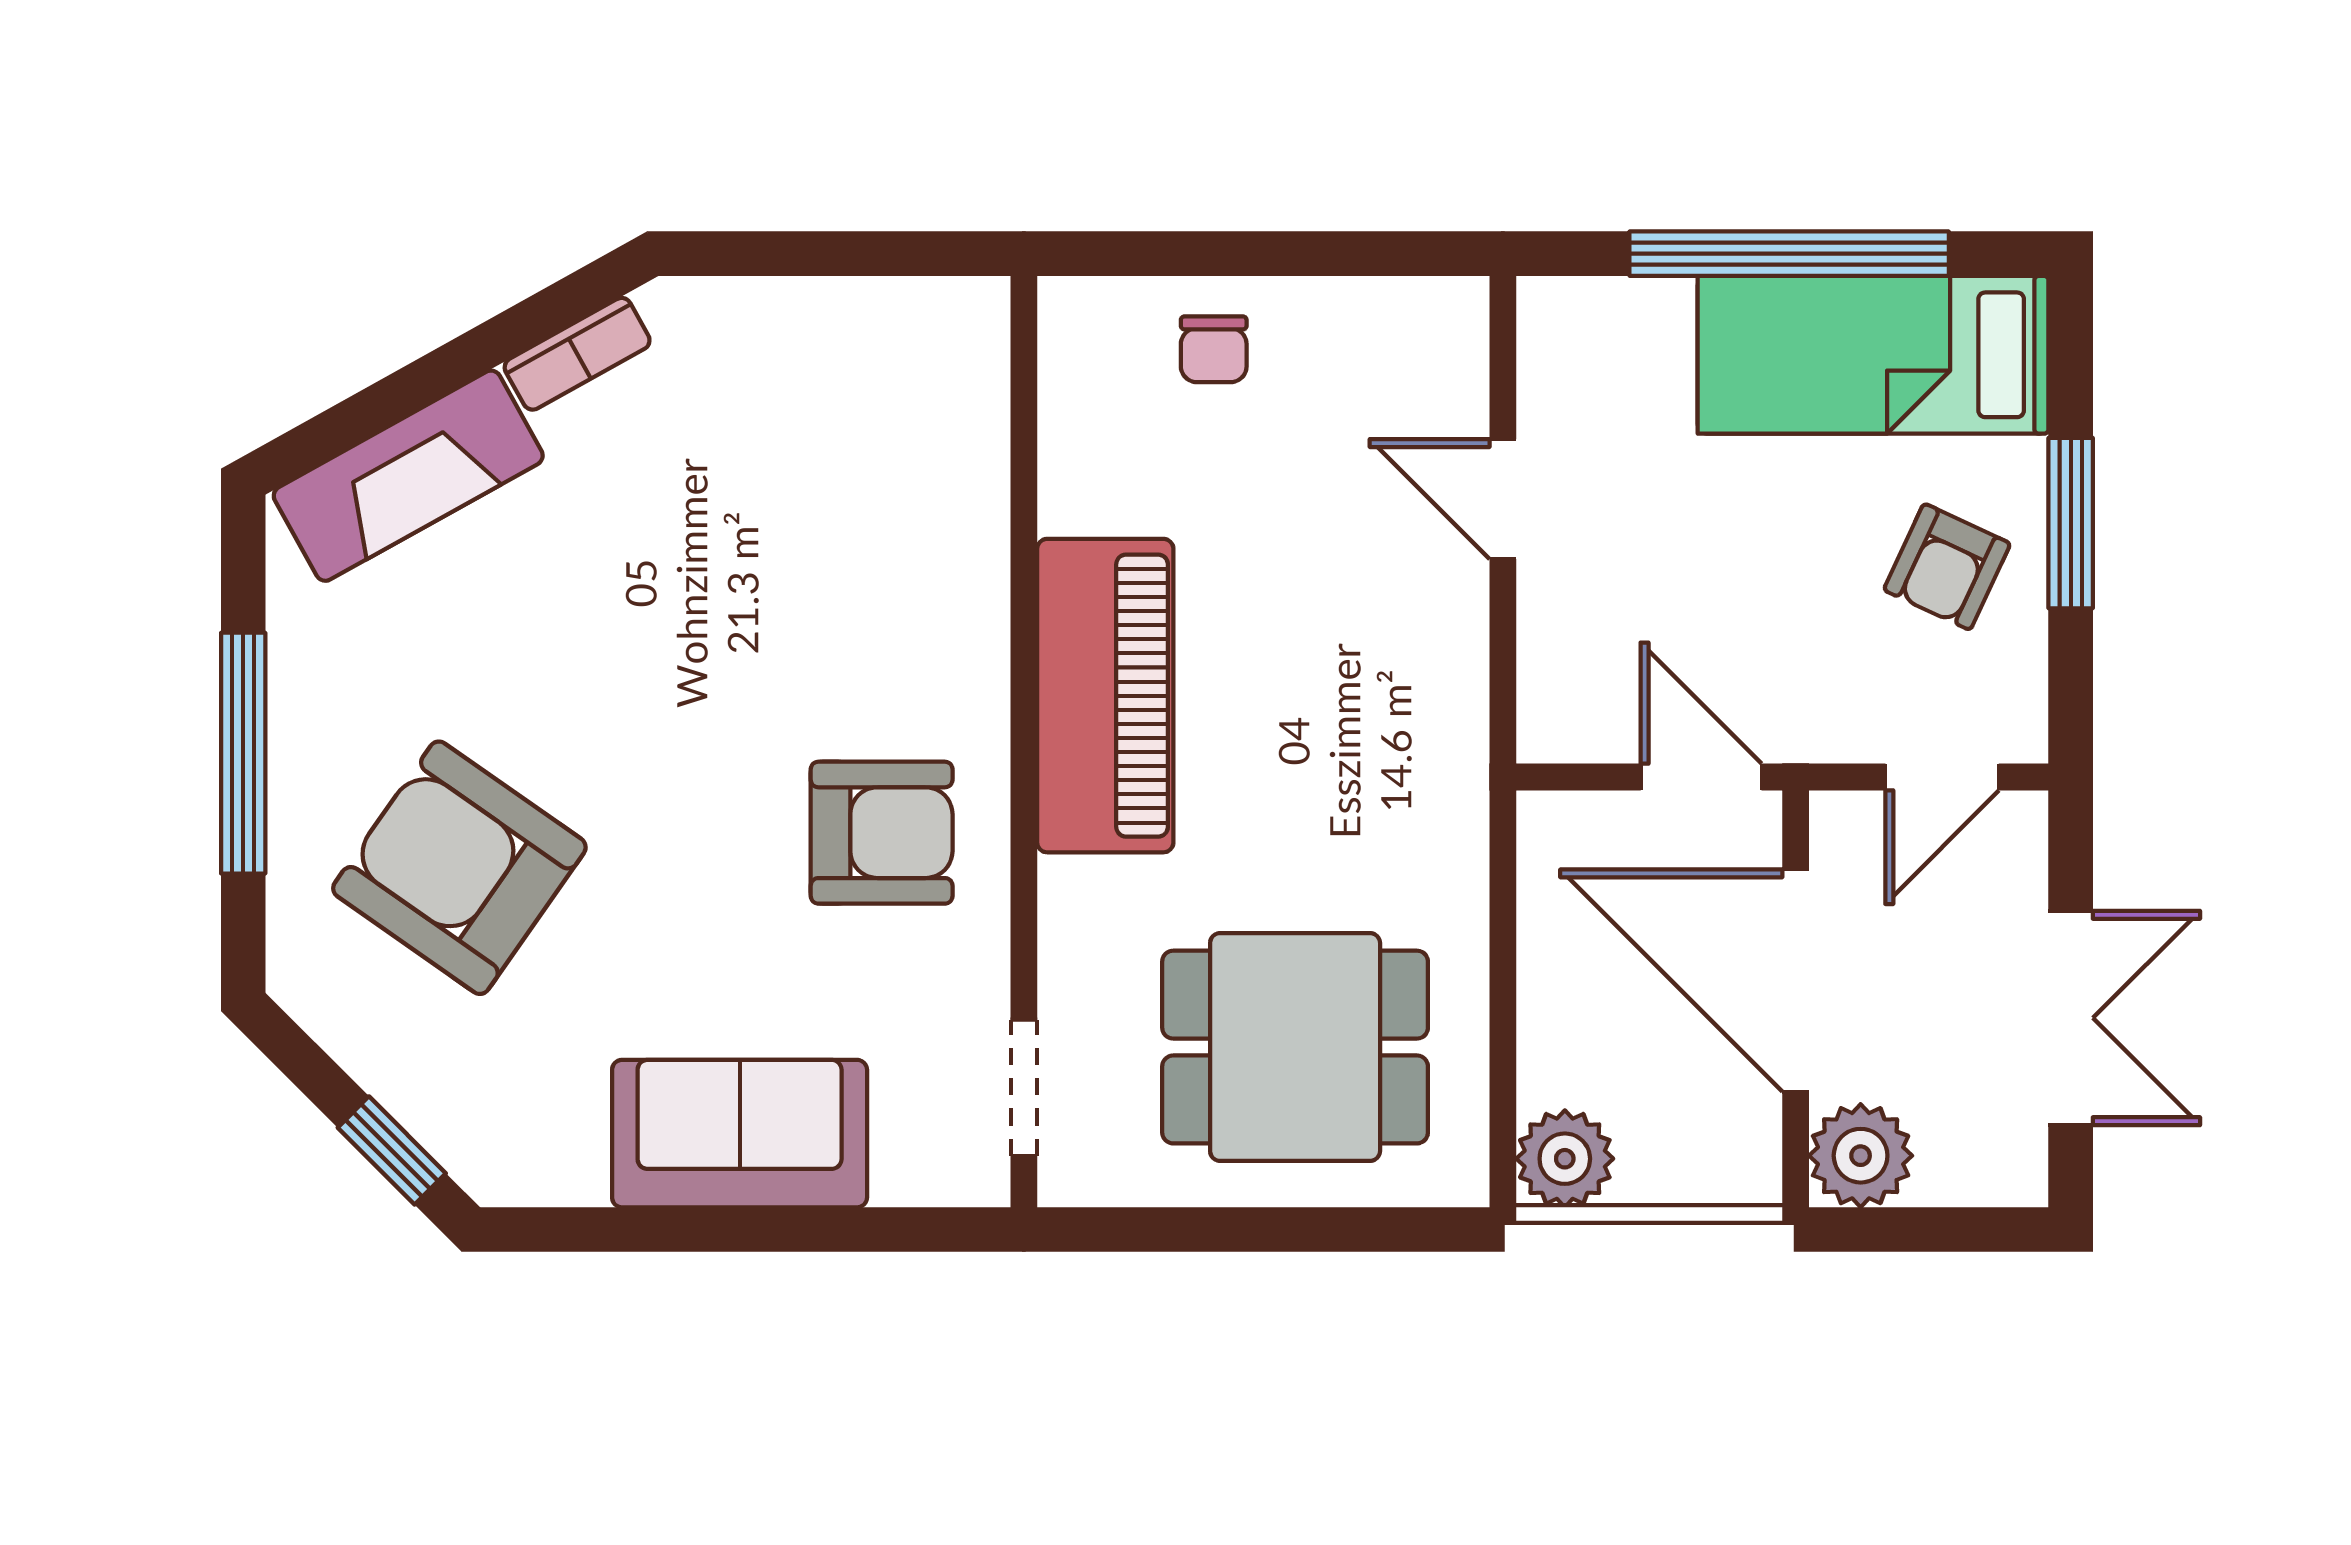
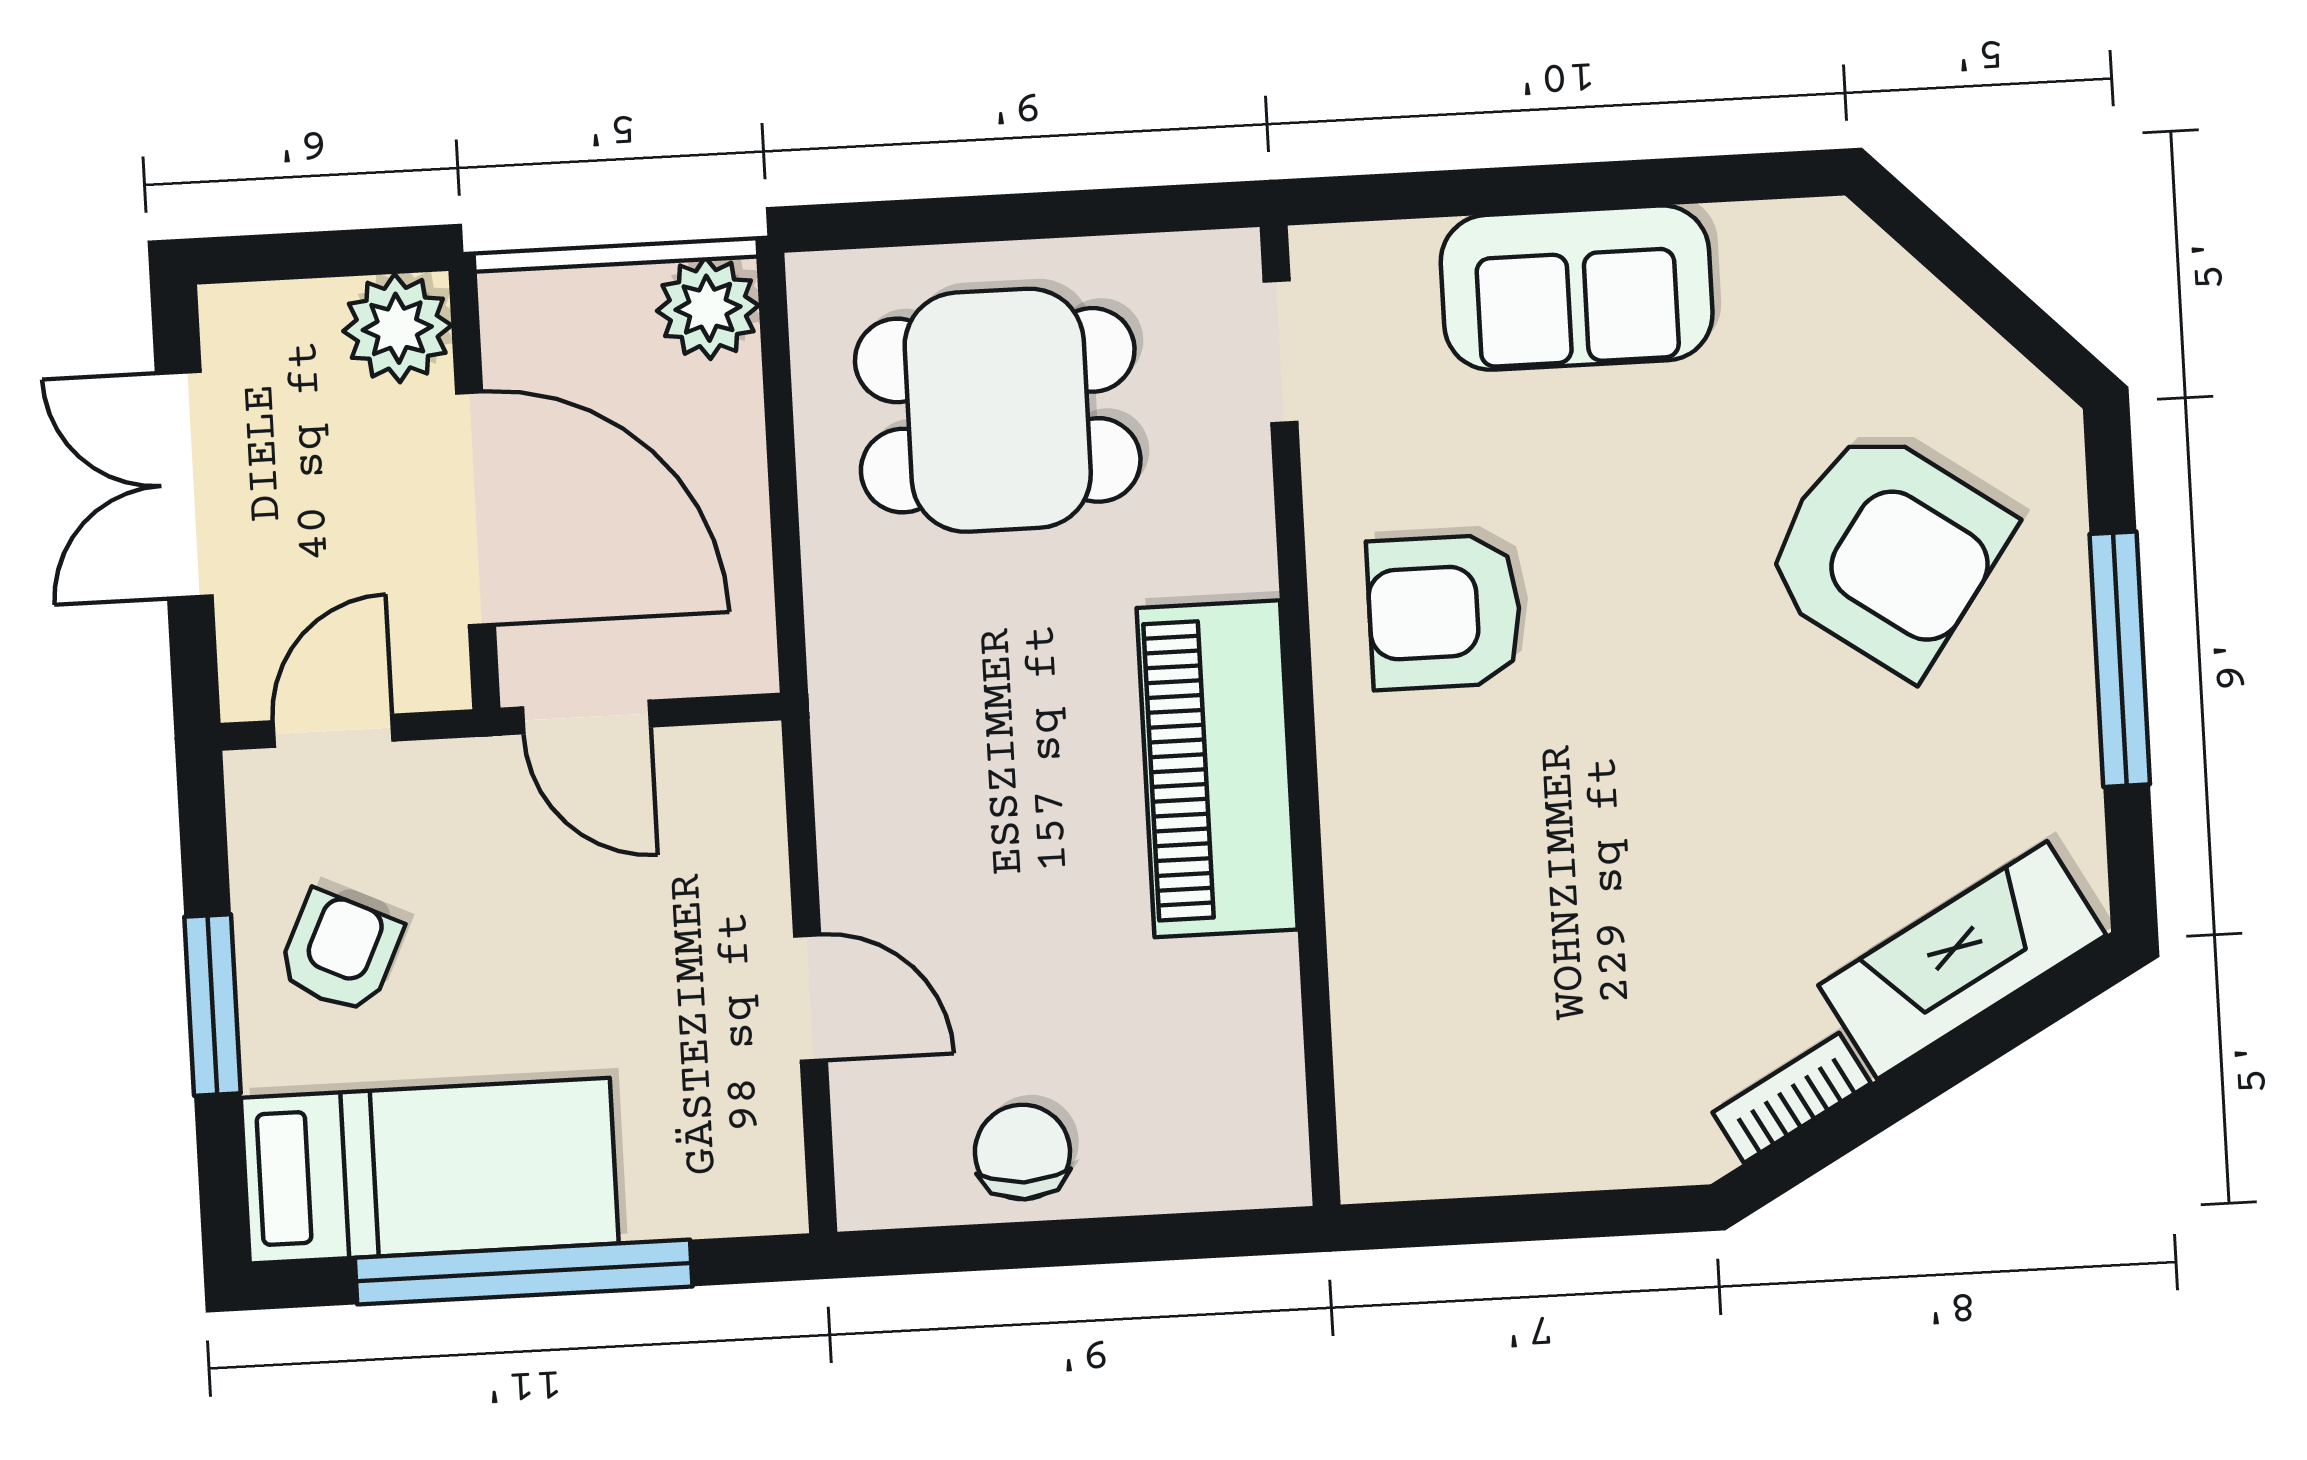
chair: (1214, 349) -> (1022, 1152), moved, width x1.37, depth x1.37
window: (392, 1150) -> (1941, 250), removed

